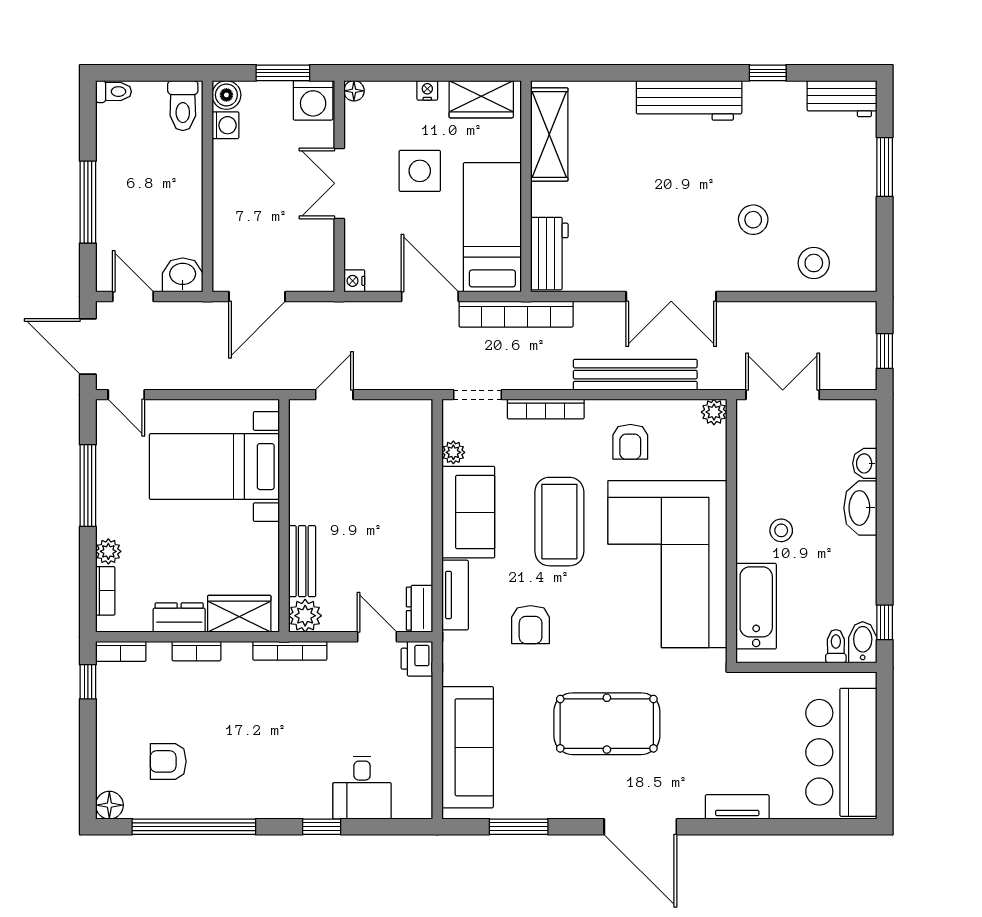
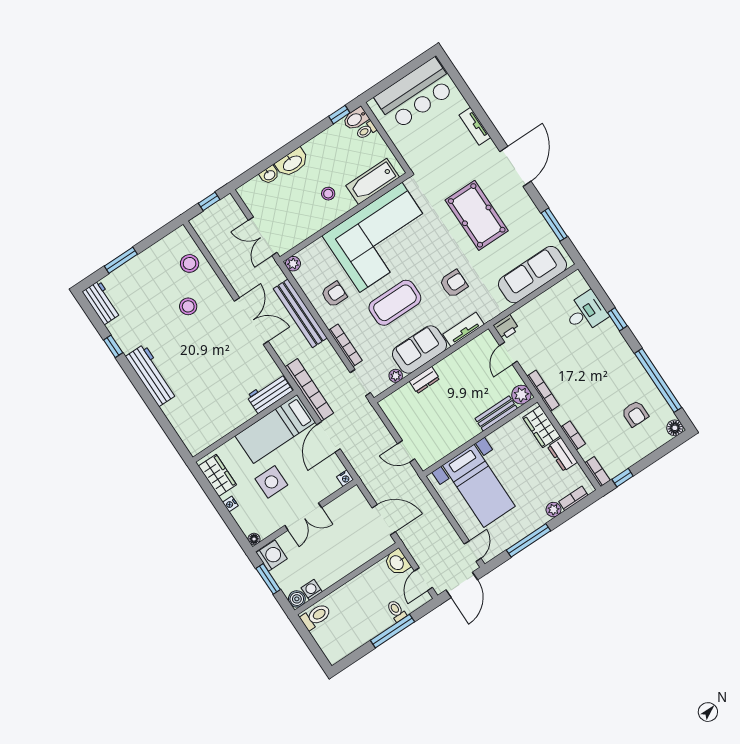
toilet: (113, 92) -> (396, 611), moved
shelving: (549, 134) -> (213, 431), removed
dresser: (419, 609) -> (424, 380), moved

